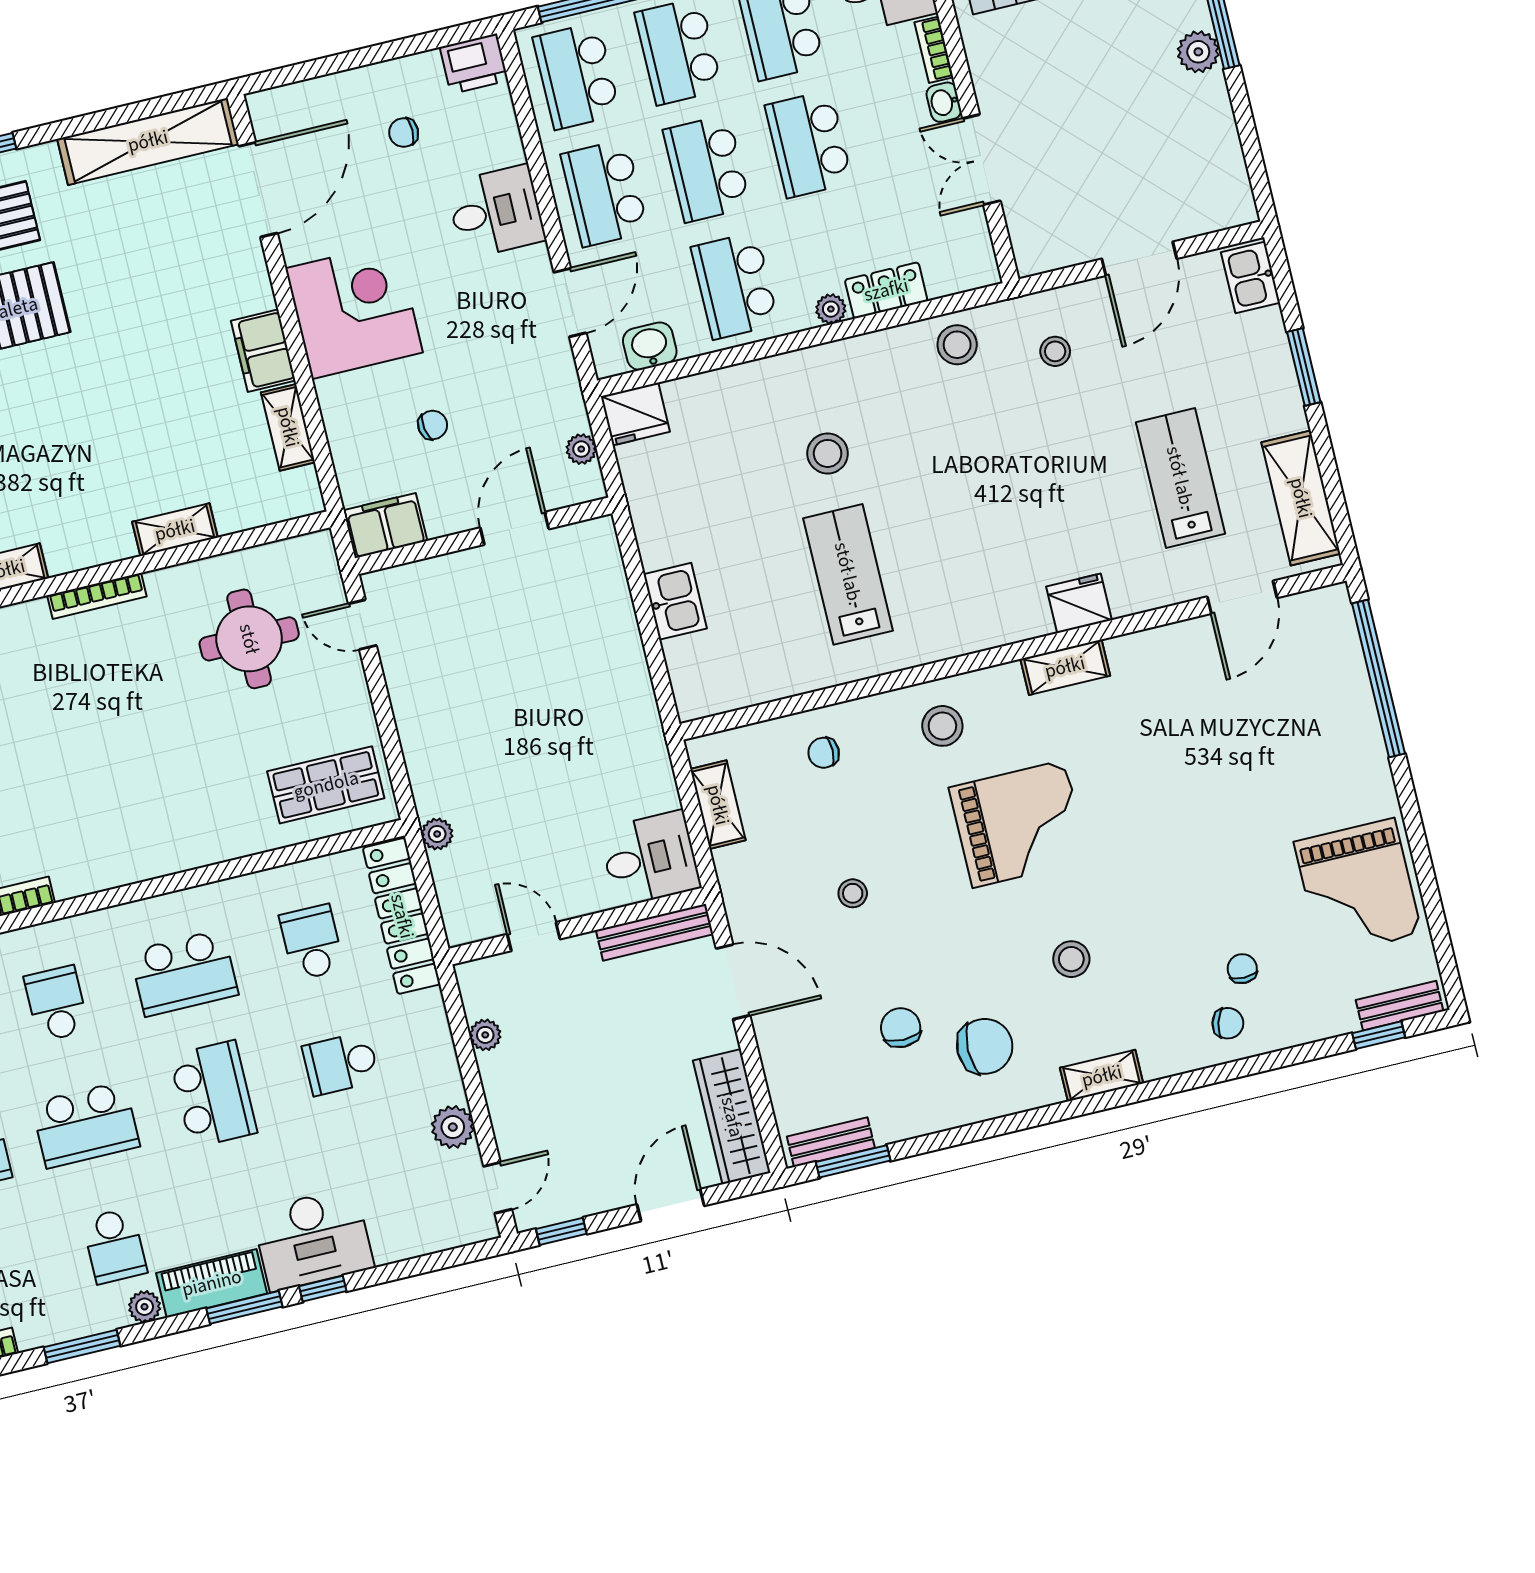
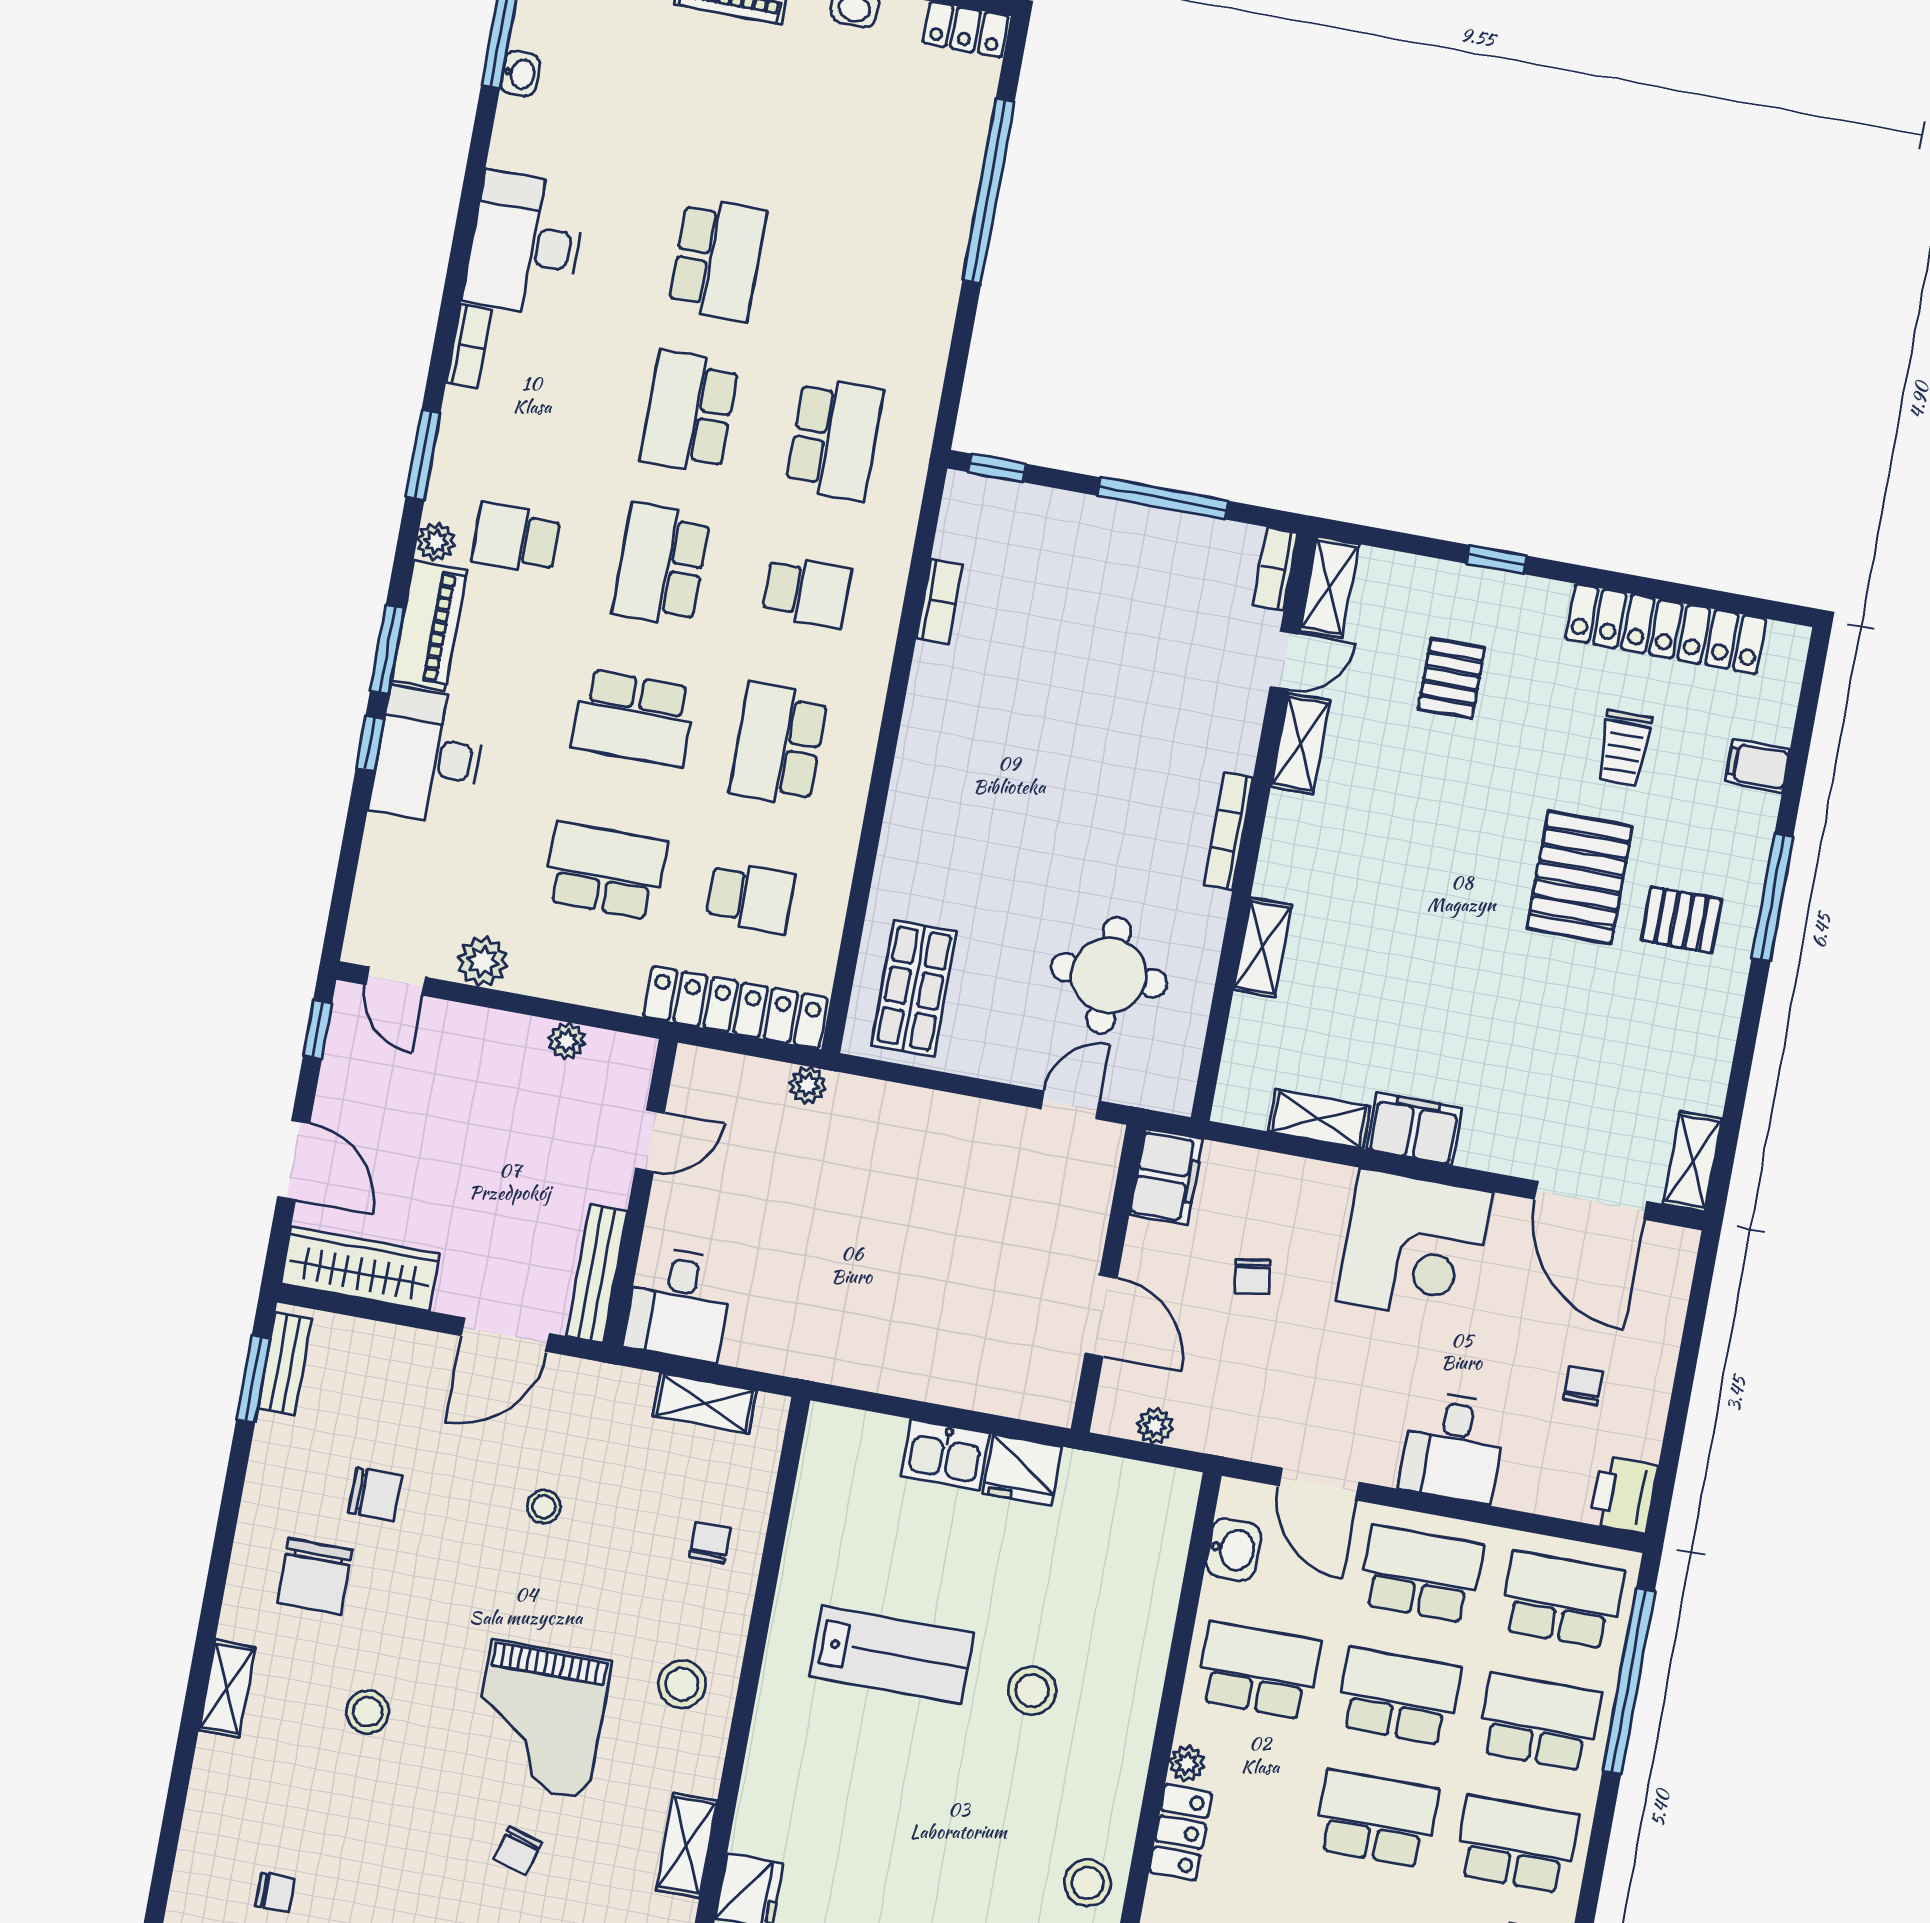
shelving: (148, 141) -> (1693, 1161), width x0.45, depth x0.75
fridge: (635, 414) -> (1022, 1470), moved, turned -90
chair: (1228, 1023) -> (517, 1851), moved
school desk: (341, 1063) -> (605, 871), width x1.85

